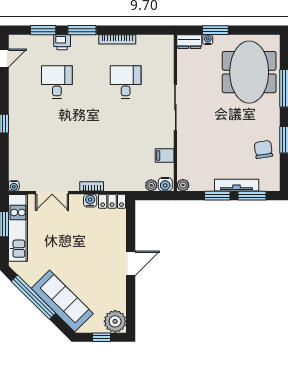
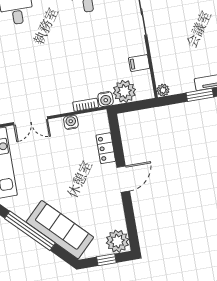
water cooler: (165, 184) -> (106, 99), moved
plant: (151, 185) -> (124, 91), width x1.88, depth x1.88
bookcase: (92, 186) -> (86, 105), moved
locker: (112, 201) -> (106, 148), moved, turned 90

